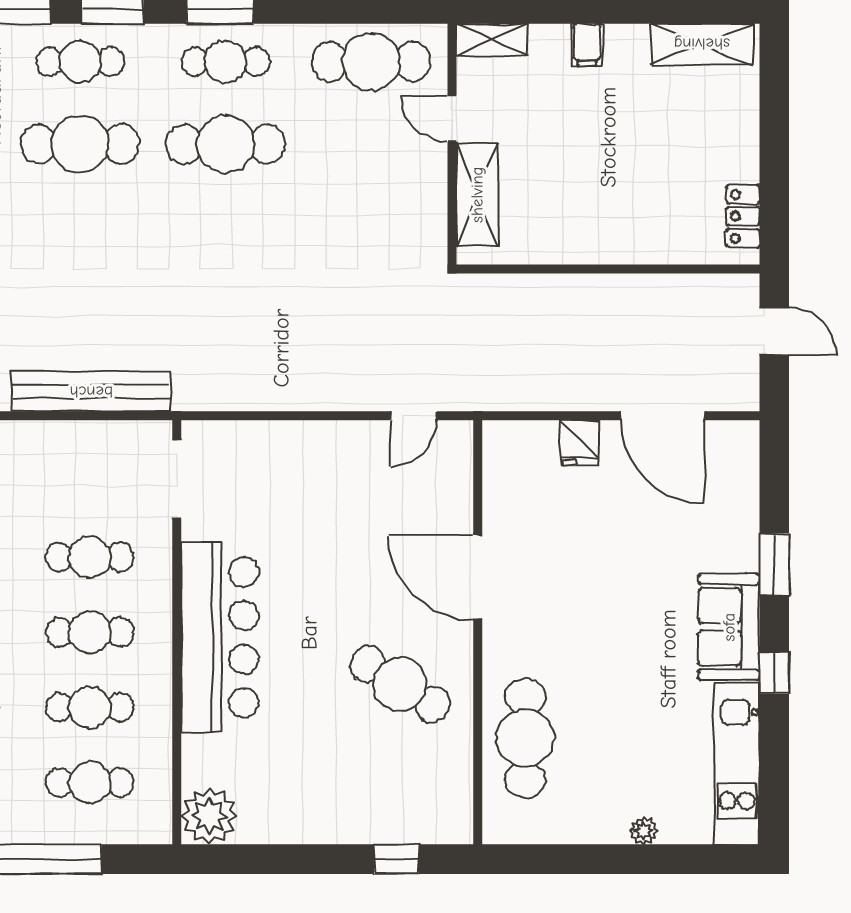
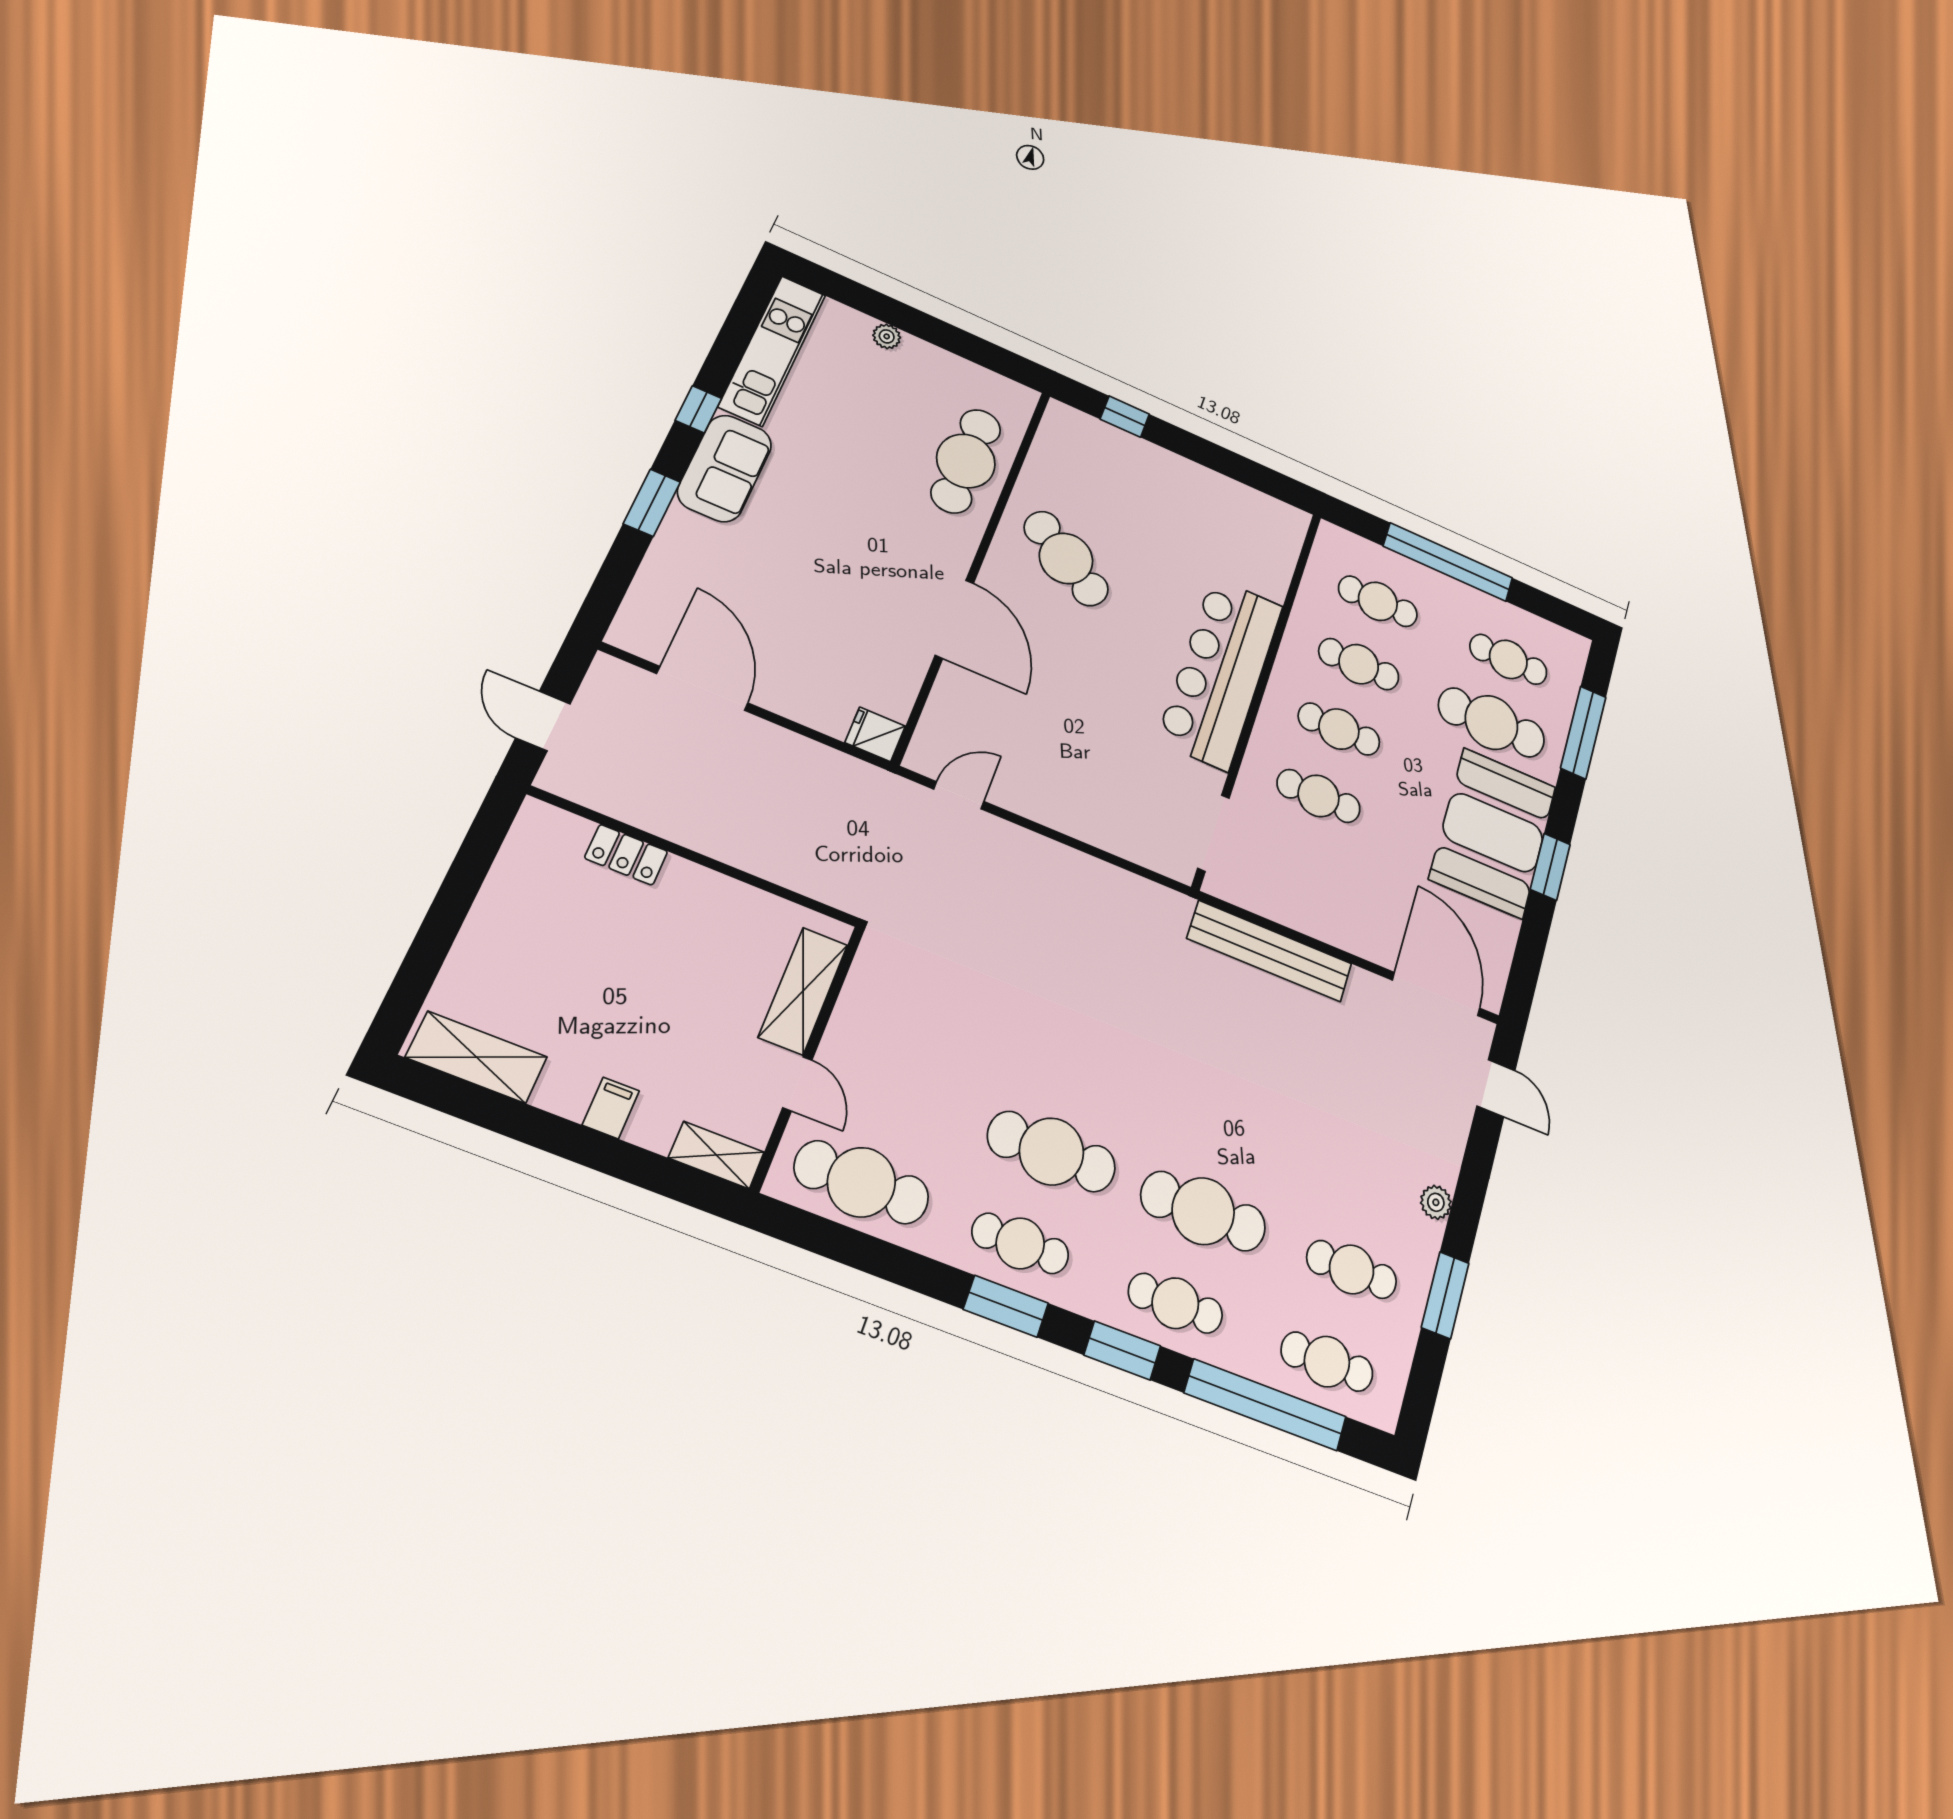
locker: (743, 216) -> (626, 855), moved, turned 90
fridge: (580, 443) -> (875, 734), moved, turned -90
plant: (209, 816) -> (1280, 526), removed

